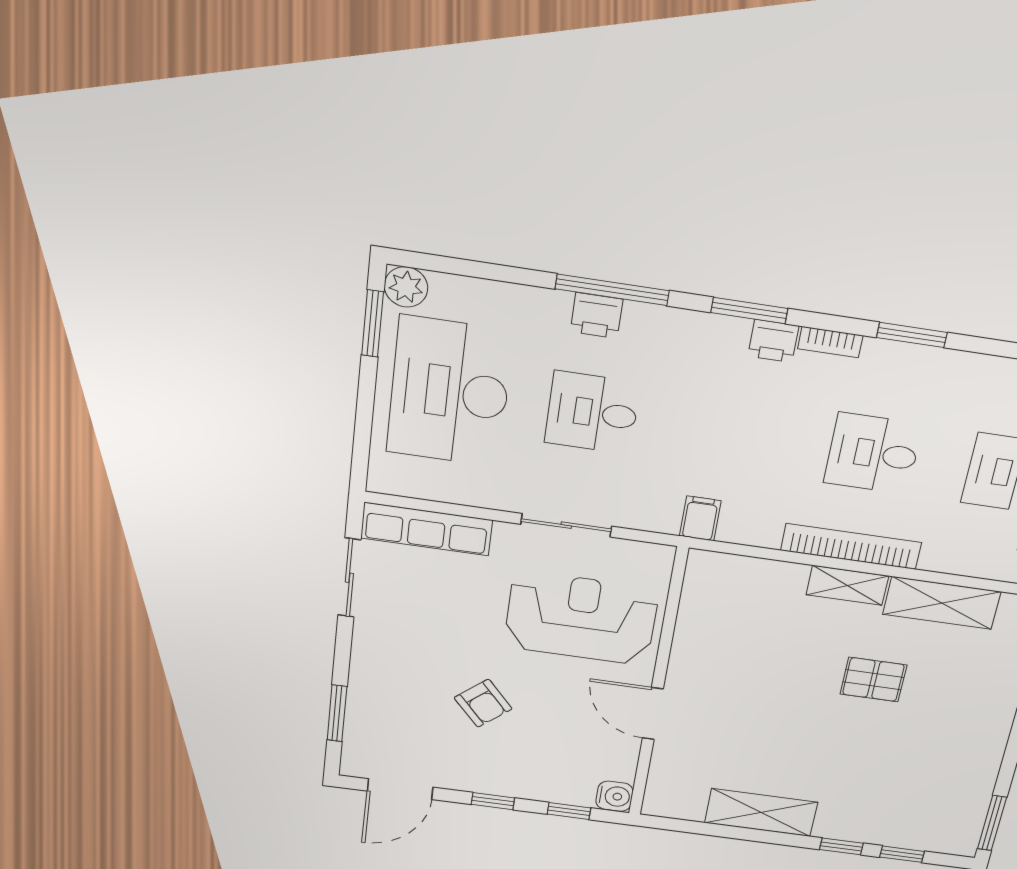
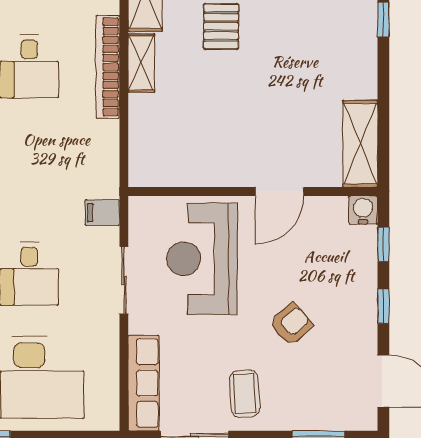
filing cabinet: (700, 518) -> (102, 213), moved
coffee table: (400, 641) -> (245, 394), added
shelving: (761, 812) -> (360, 144), moved

